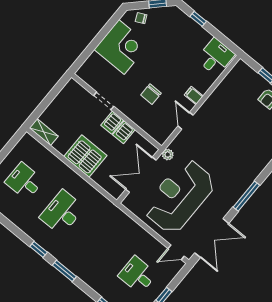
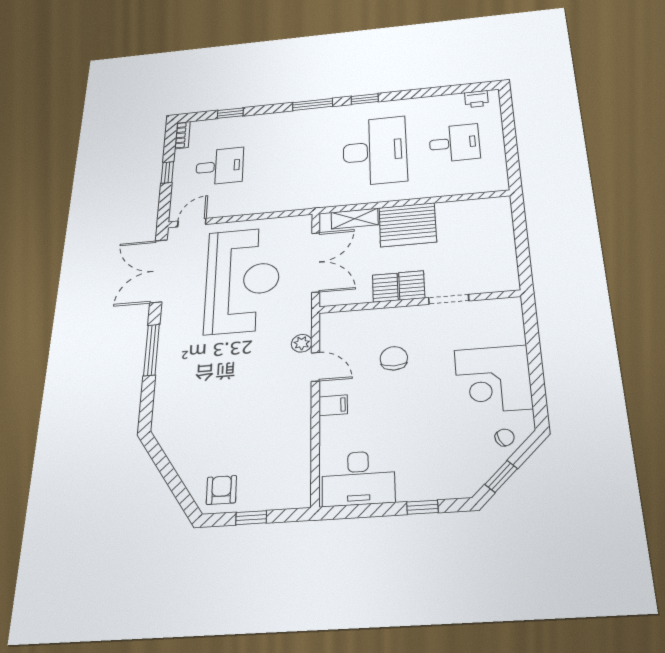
desk: (216, 57) -> (358, 478), width x1.37
shelving: (44, 132) -> (355, 219), moved
plant: (168, 155) -> (302, 343), moved
desk: (62, 212) -> (375, 151), width x1.36, depth x1.30

